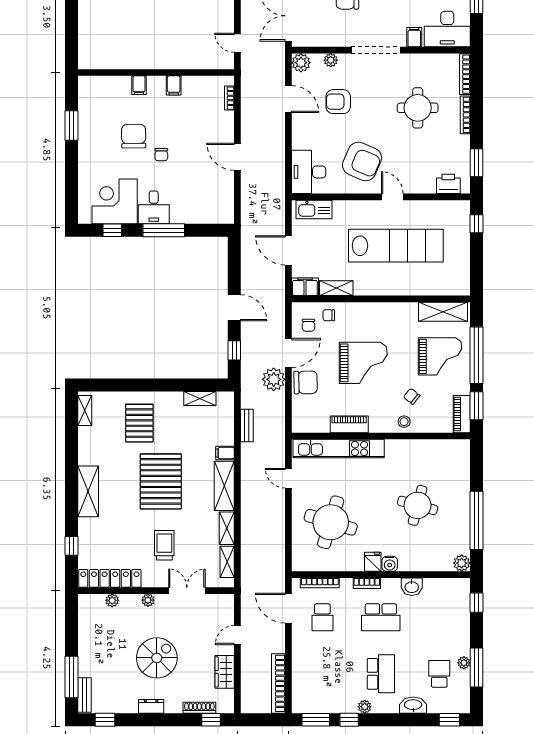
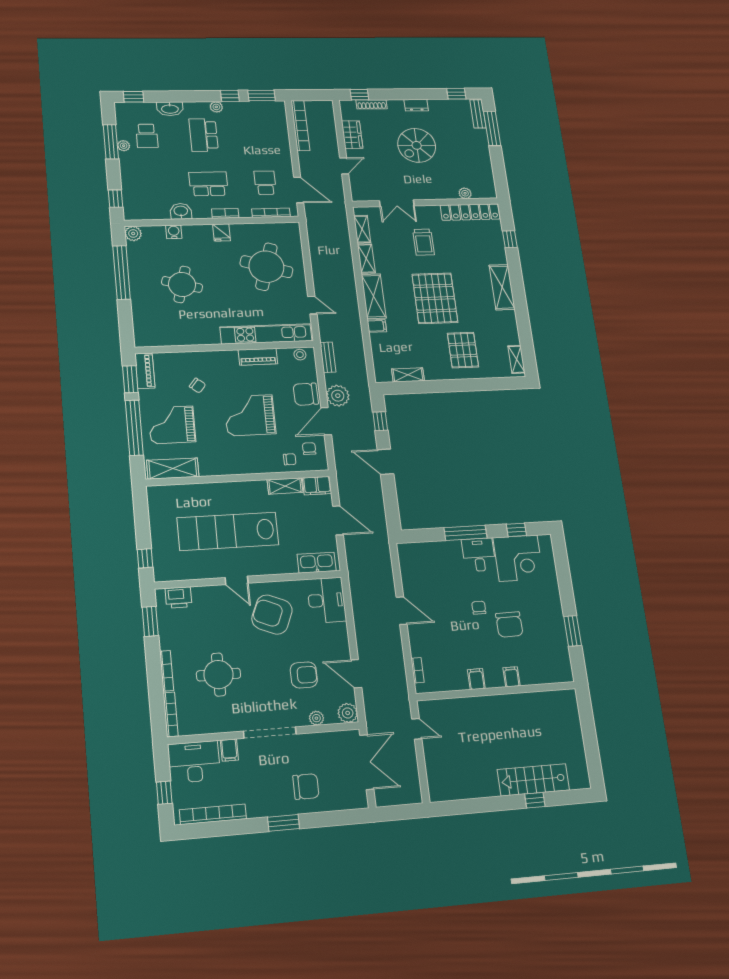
stool: (404, 422) -> (300, 355), moved
bench: (247, 425) -> (328, 357), moved
water cooler: (390, 564) -> (174, 232), moved
plant: (148, 600) -> (432, 194), removed

